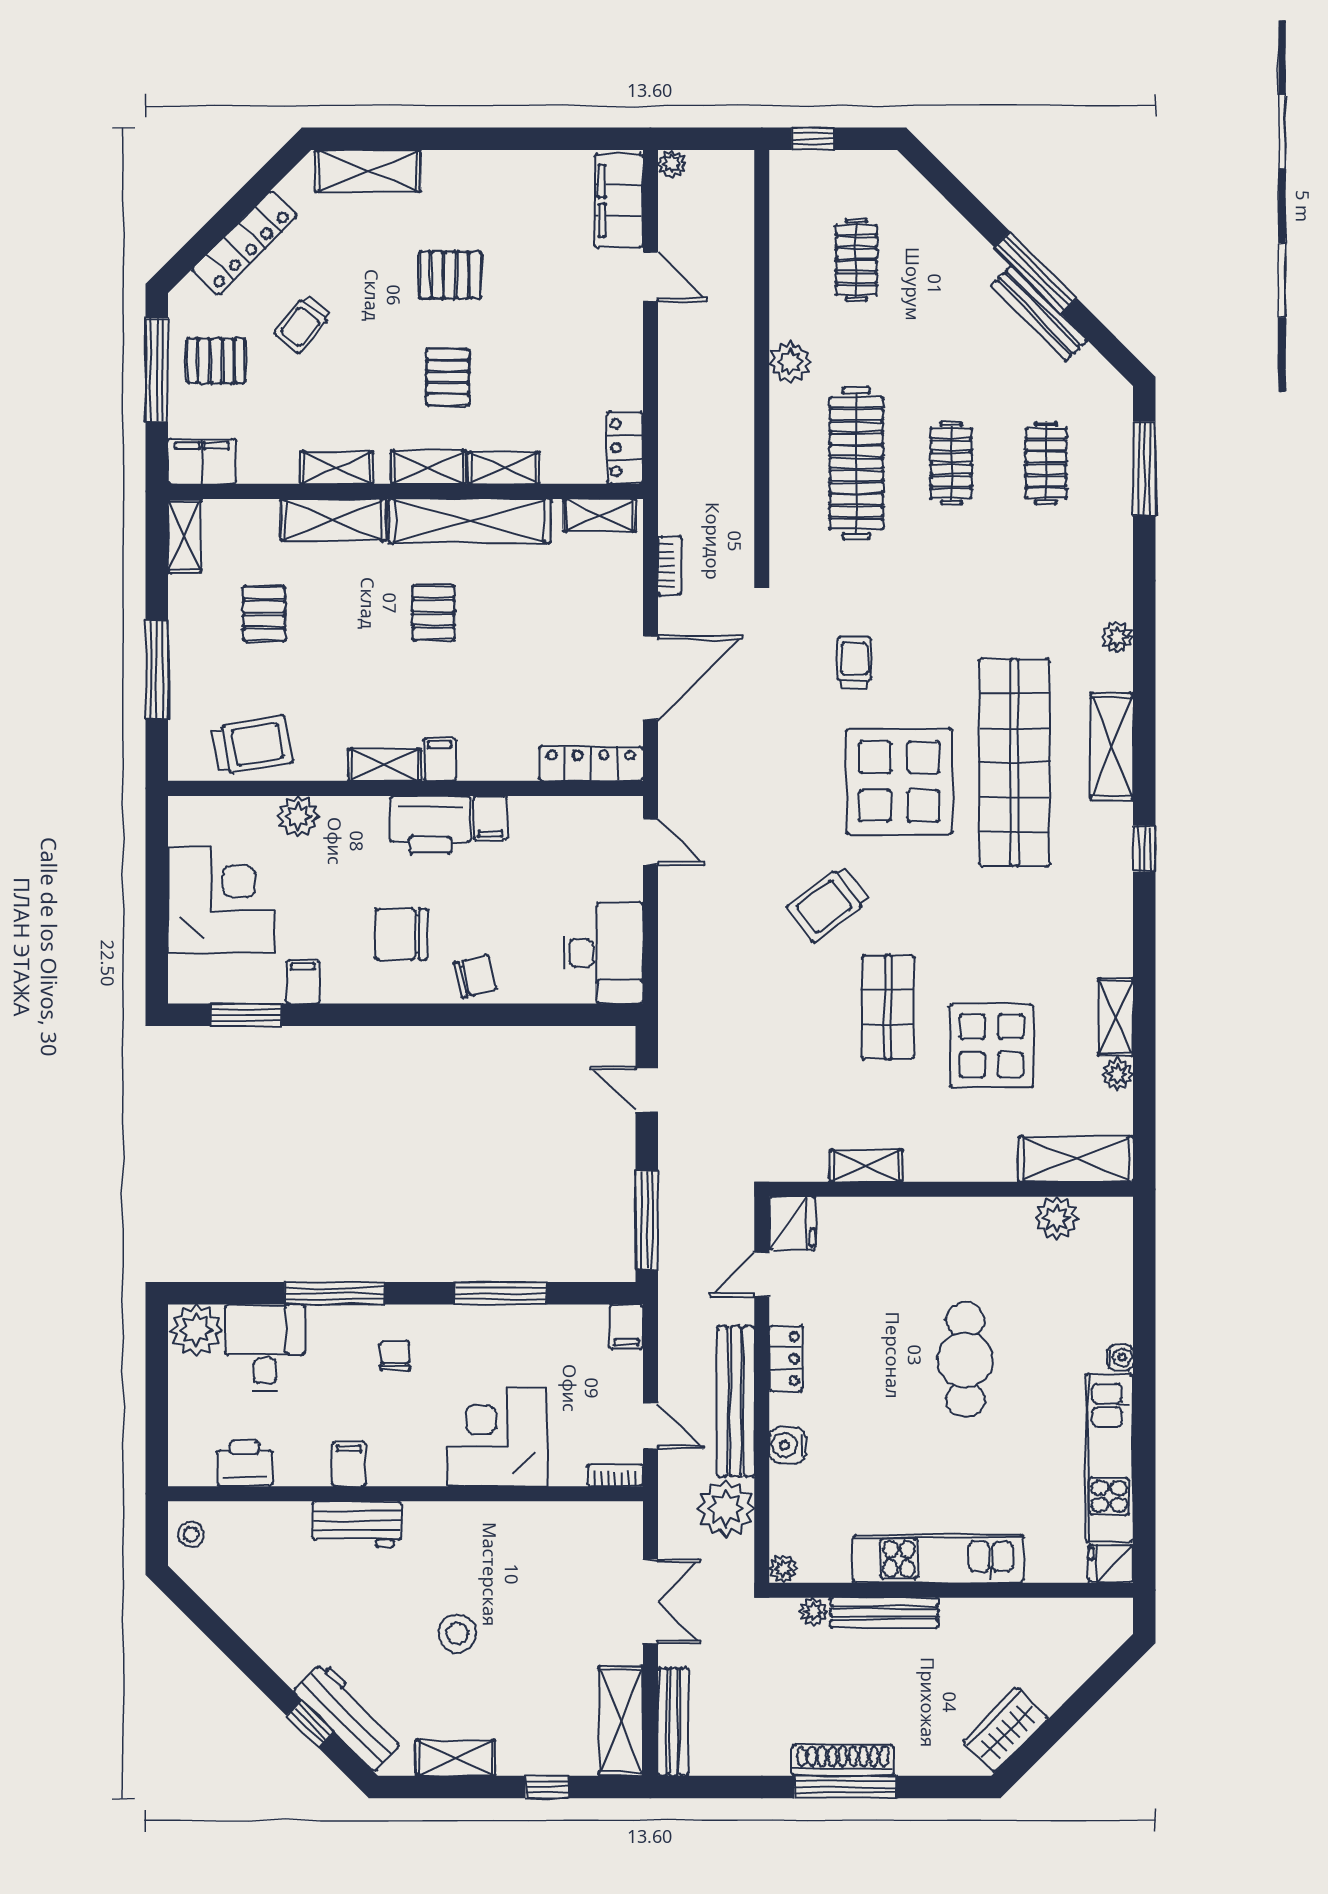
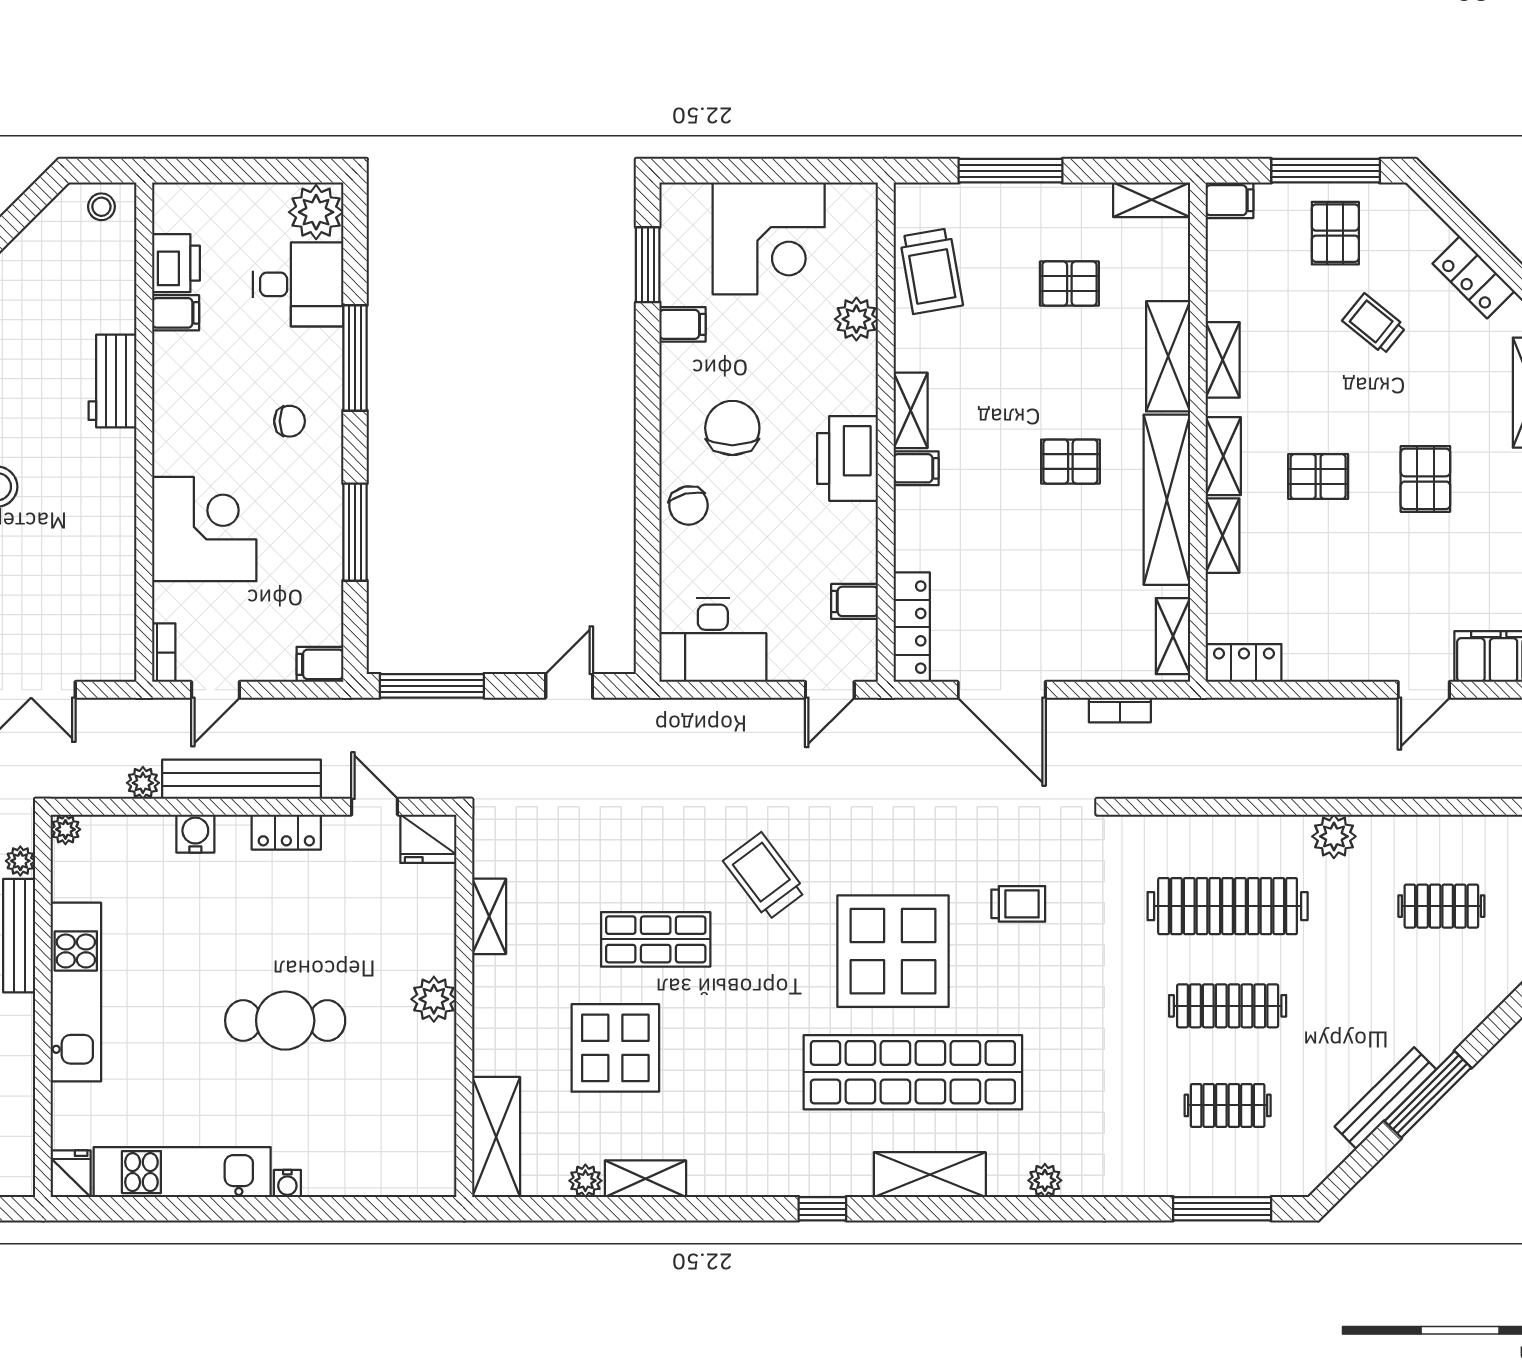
locker: (244, 243) -> (1474, 277), width x0.66
filing cabinet: (202, 461) -> (1230, 200), width x0.50
clothes rail: (951, 463) -> (1228, 1006), width x1.36
filing cabinet: (490, 818) -> (855, 601), moved
plant: (1056, 1218) -> (434, 999), moved
filing cabinet: (349, 1464) -> (176, 313), moved
plant: (726, 1508) -> (143, 783), width x0.53, depth x0.53

